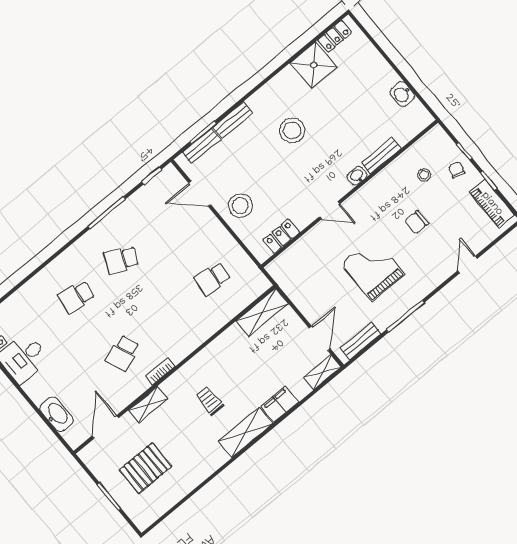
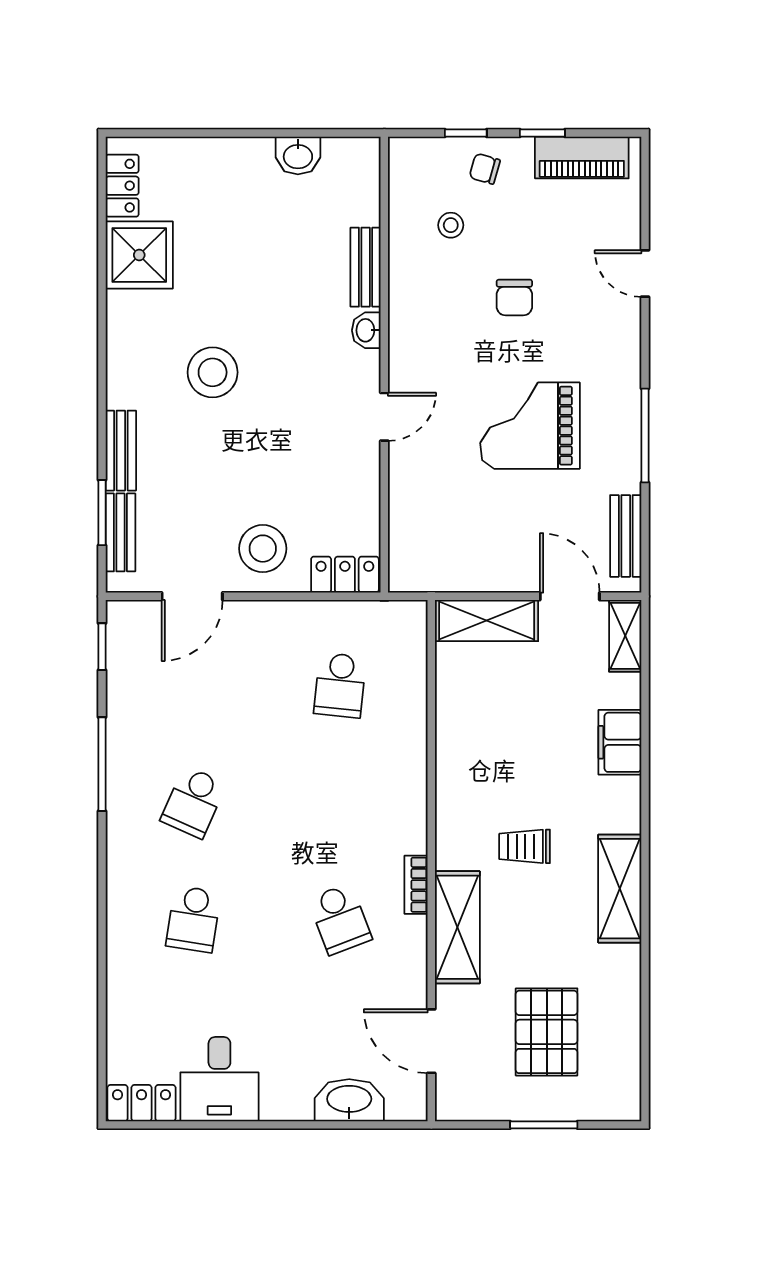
locker: (281, 236) -> (345, 575), moved, turned 90
shelving: (262, 312) -> (487, 621), moved, turned 90
shelving: (148, 405) -> (457, 927), width x1.50, depth x1.33
shelving: (246, 432) -> (620, 889), moved

